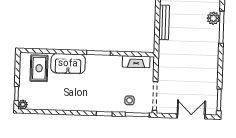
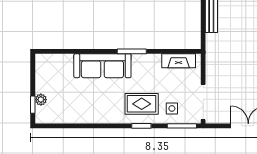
sofa: (68, 64) -> (102, 66), width x1.36
rug: (39, 68) -> (142, 104), moved, turned 90
plant: (23, 105) -> (41, 100), moved

